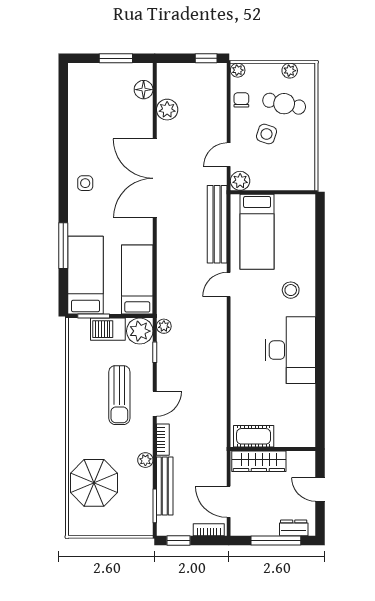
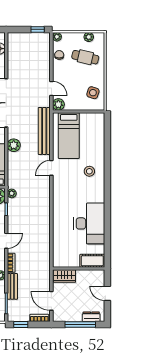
plant: (167, 110) -> (14, 145), moved
side table: (267, 134) -> (93, 93), moved
door: (229, 155) -> (51, 88), swing flipped
desk: (290, 350) -> (89, 223), moved
cot: (254, 436) -> (92, 261), moved
wardrobe: (259, 461) -> (64, 276), width x0.67
bench: (165, 486) -> (12, 286), width x0.73

